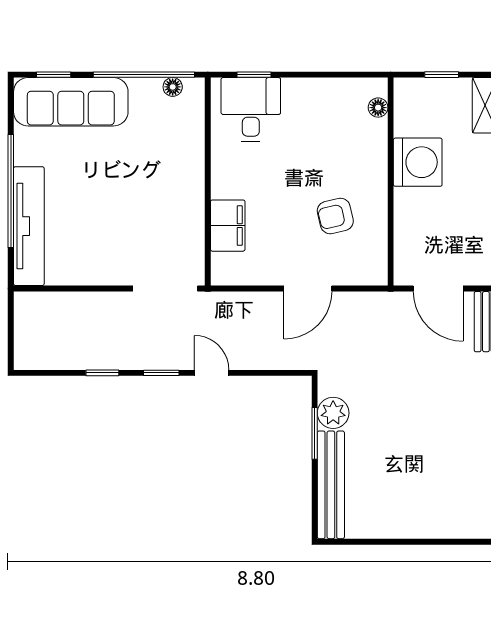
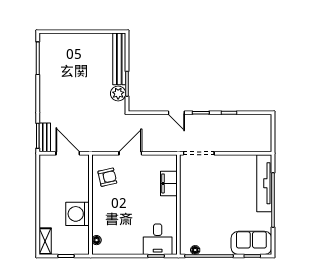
sofa: (71, 102) -> (251, 243), width x0.73
armchair: (335, 216) -> (107, 177), moved

